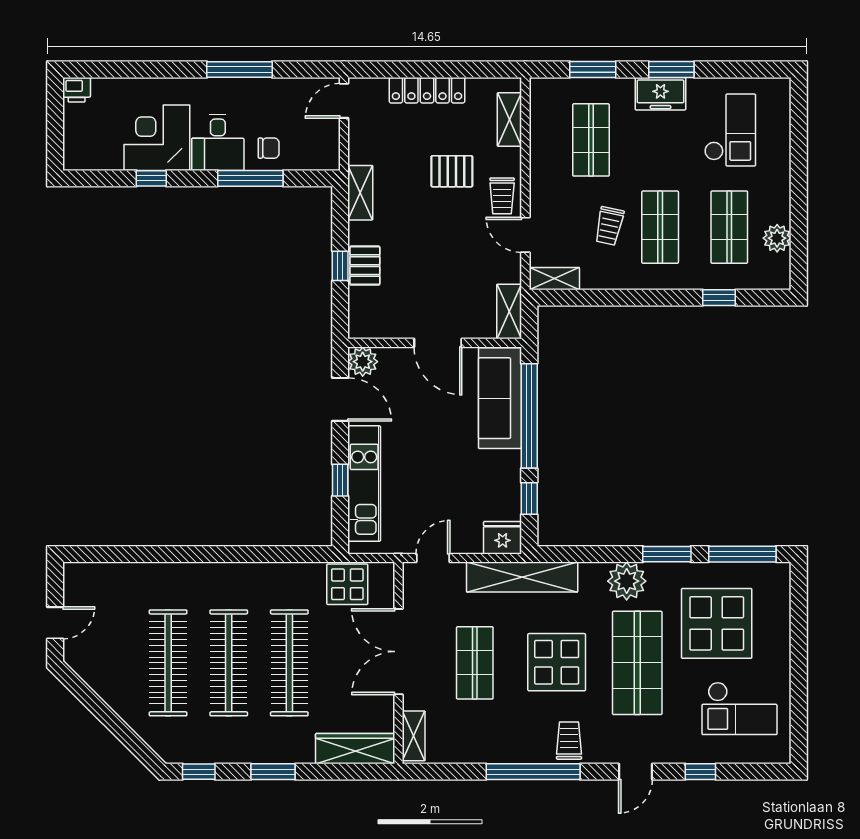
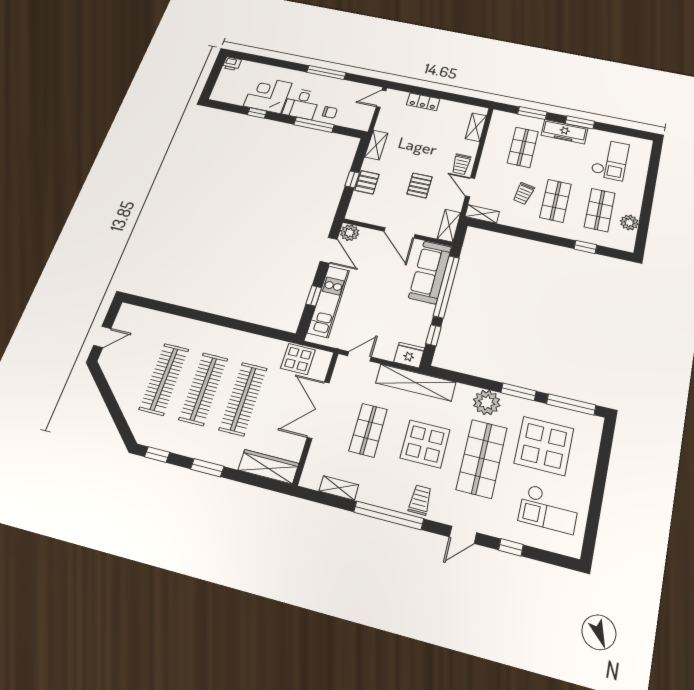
locker: (427, 90) -> (423, 102), width x0.66
freezer: (660, 94) -> (564, 132), width x1.40
pallet: (452, 171) -> (419, 185), moved, turned 90
shelving: (414, 736) -> (339, 488), moved, turned 90

